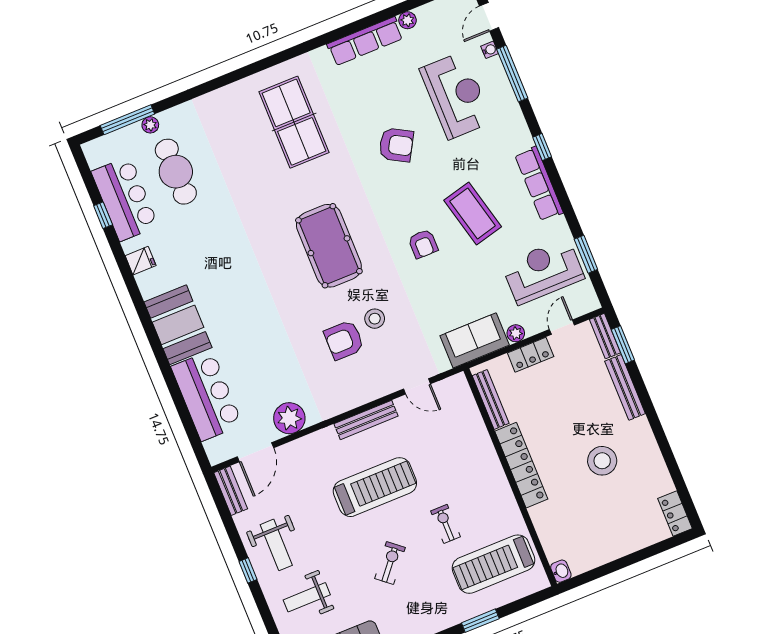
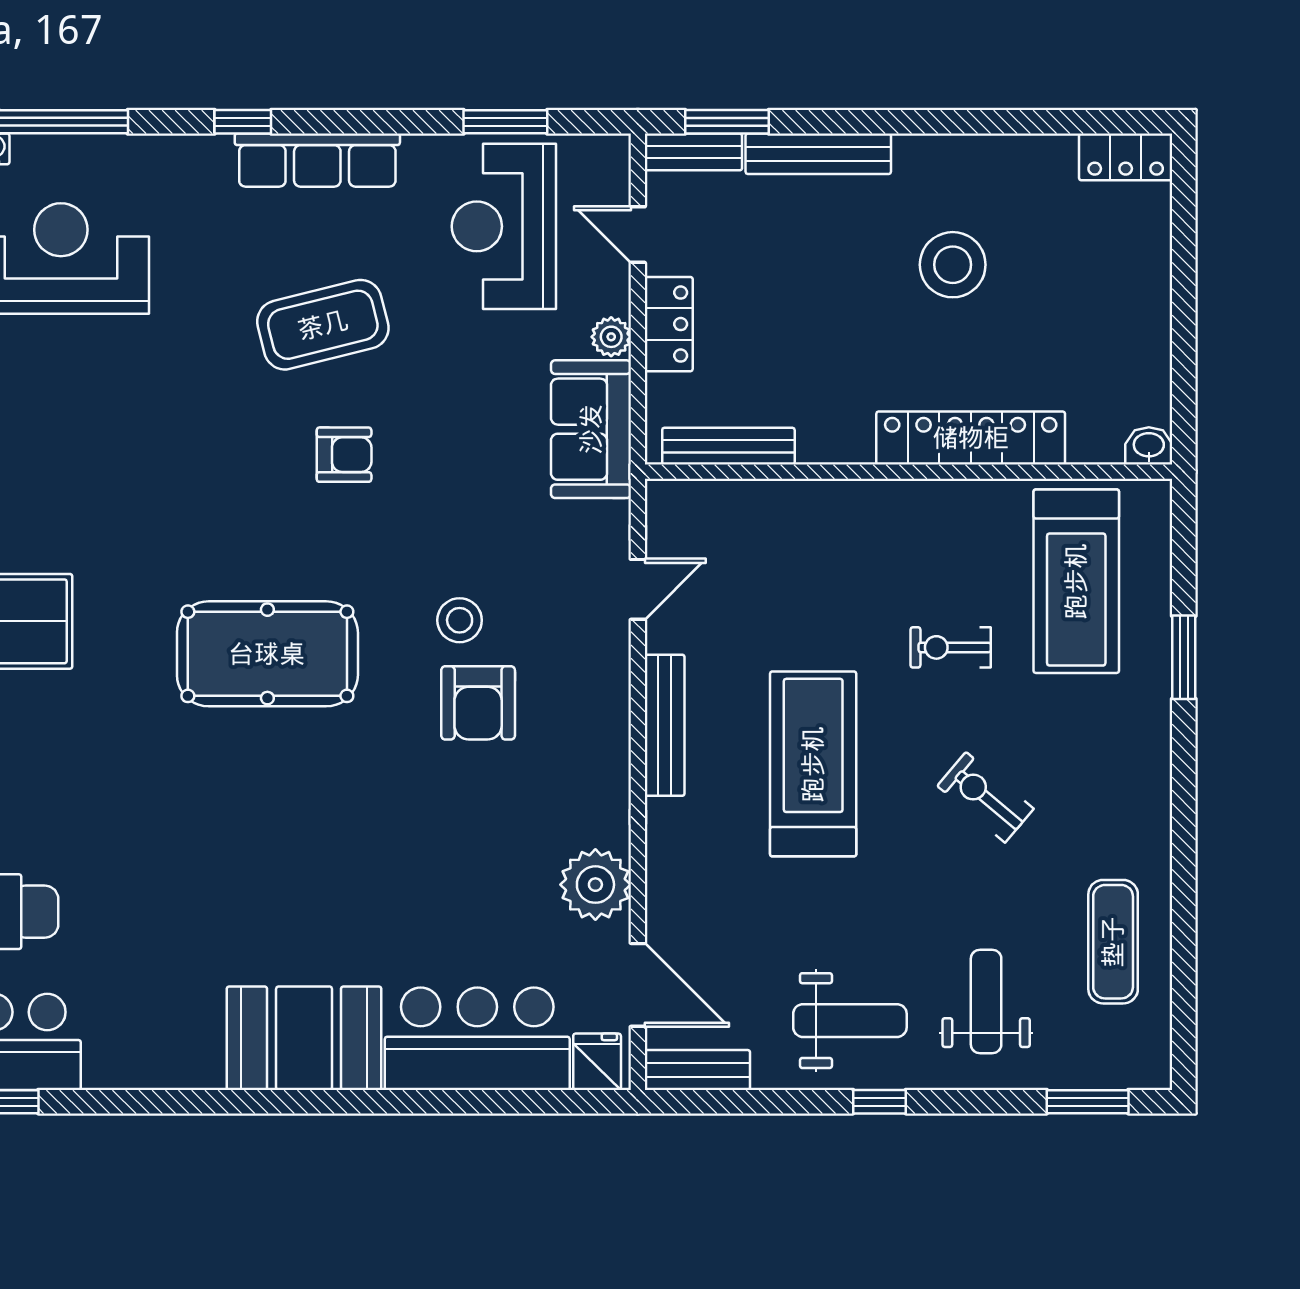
armchair: (396, 145) -> (113, 426), removed
fridge: (141, 261) -> (597, 1062), moved
locker: (521, 465) -> (971, 438), moved
weight bench: (307, 597) -> (986, 1001), turned 180

